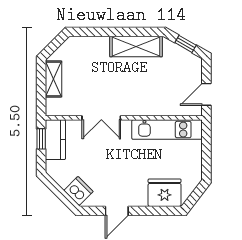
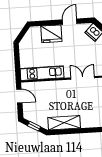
door: (206, 94) -> (19, 96), hinge flipped
fridge: (165, 193) -> (51, 34), moved

